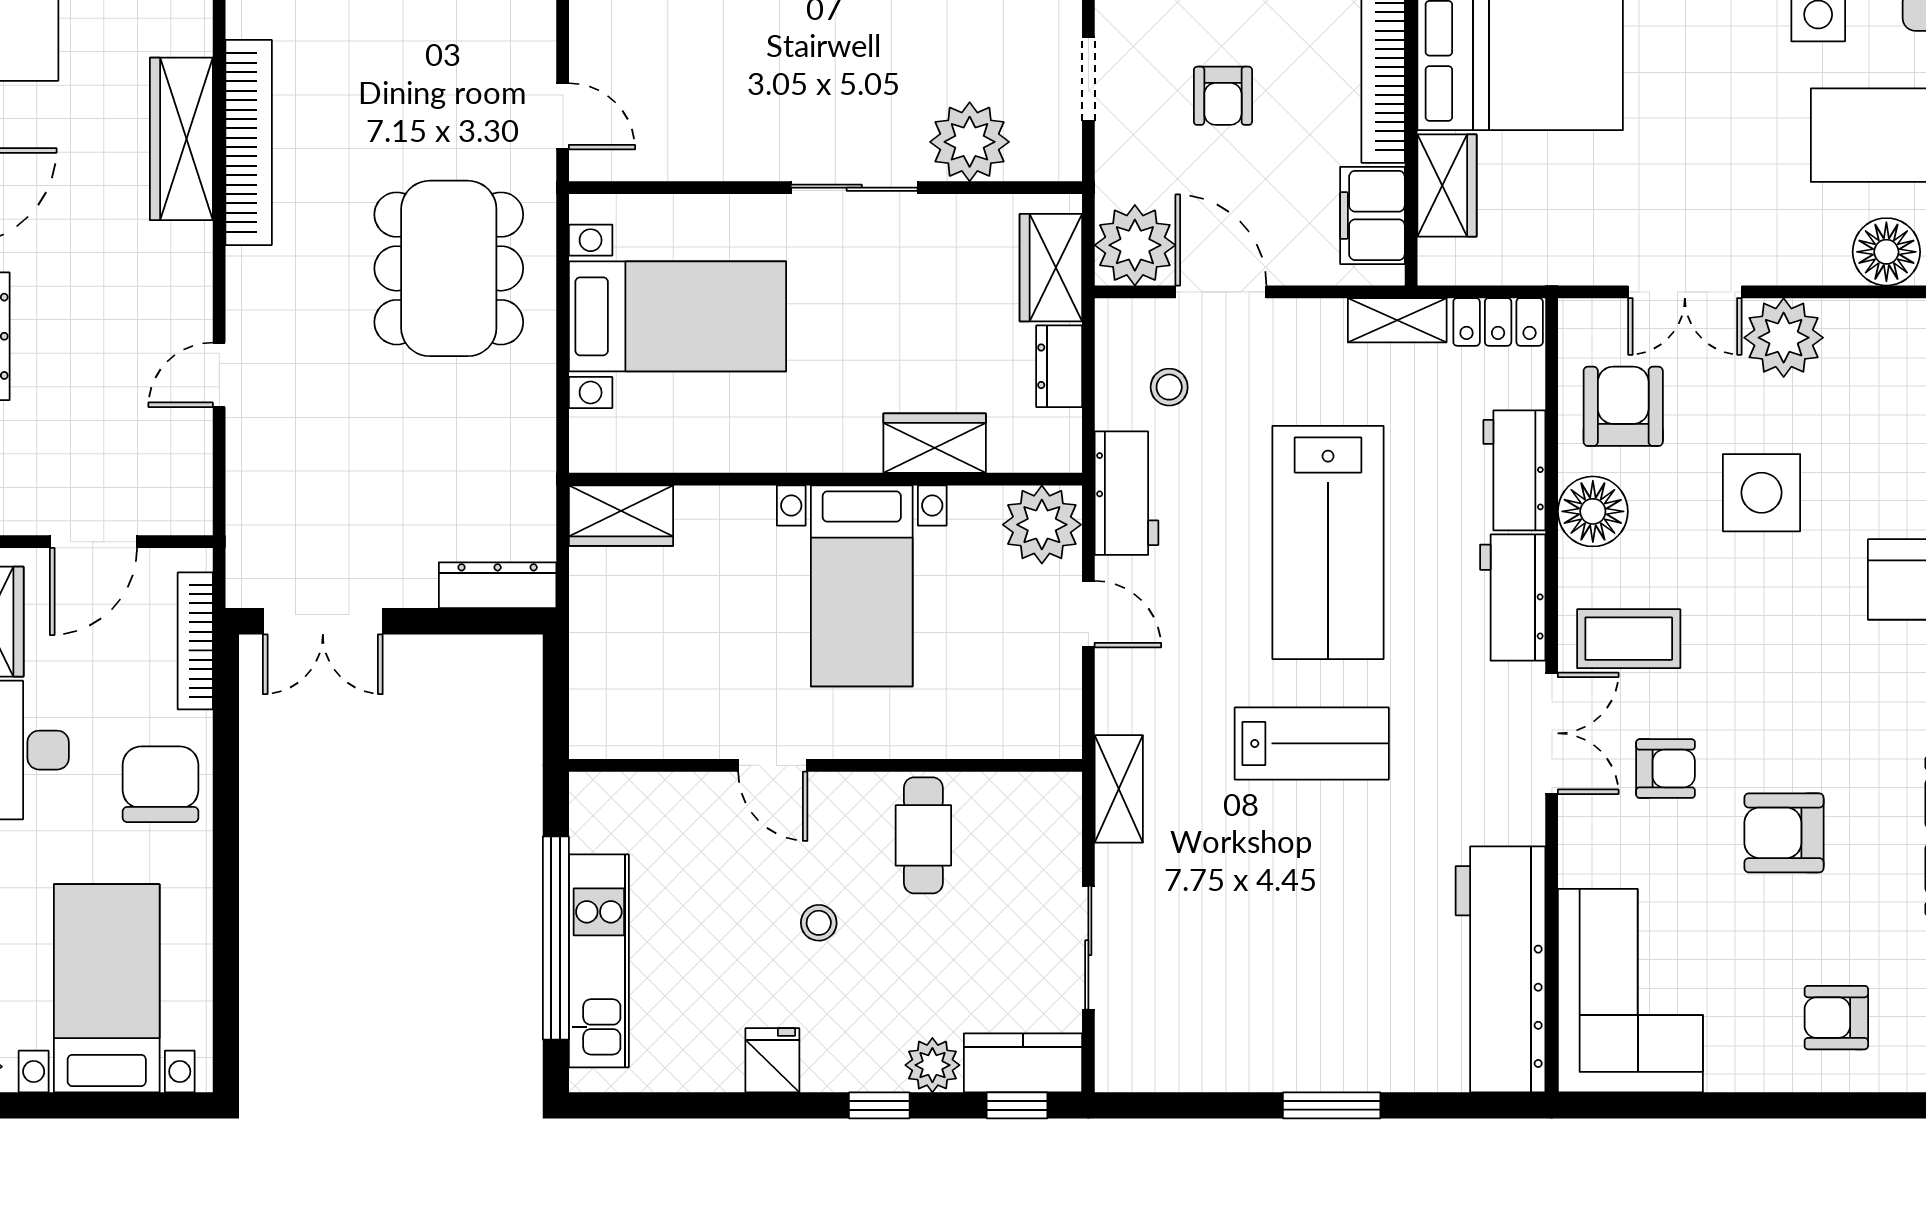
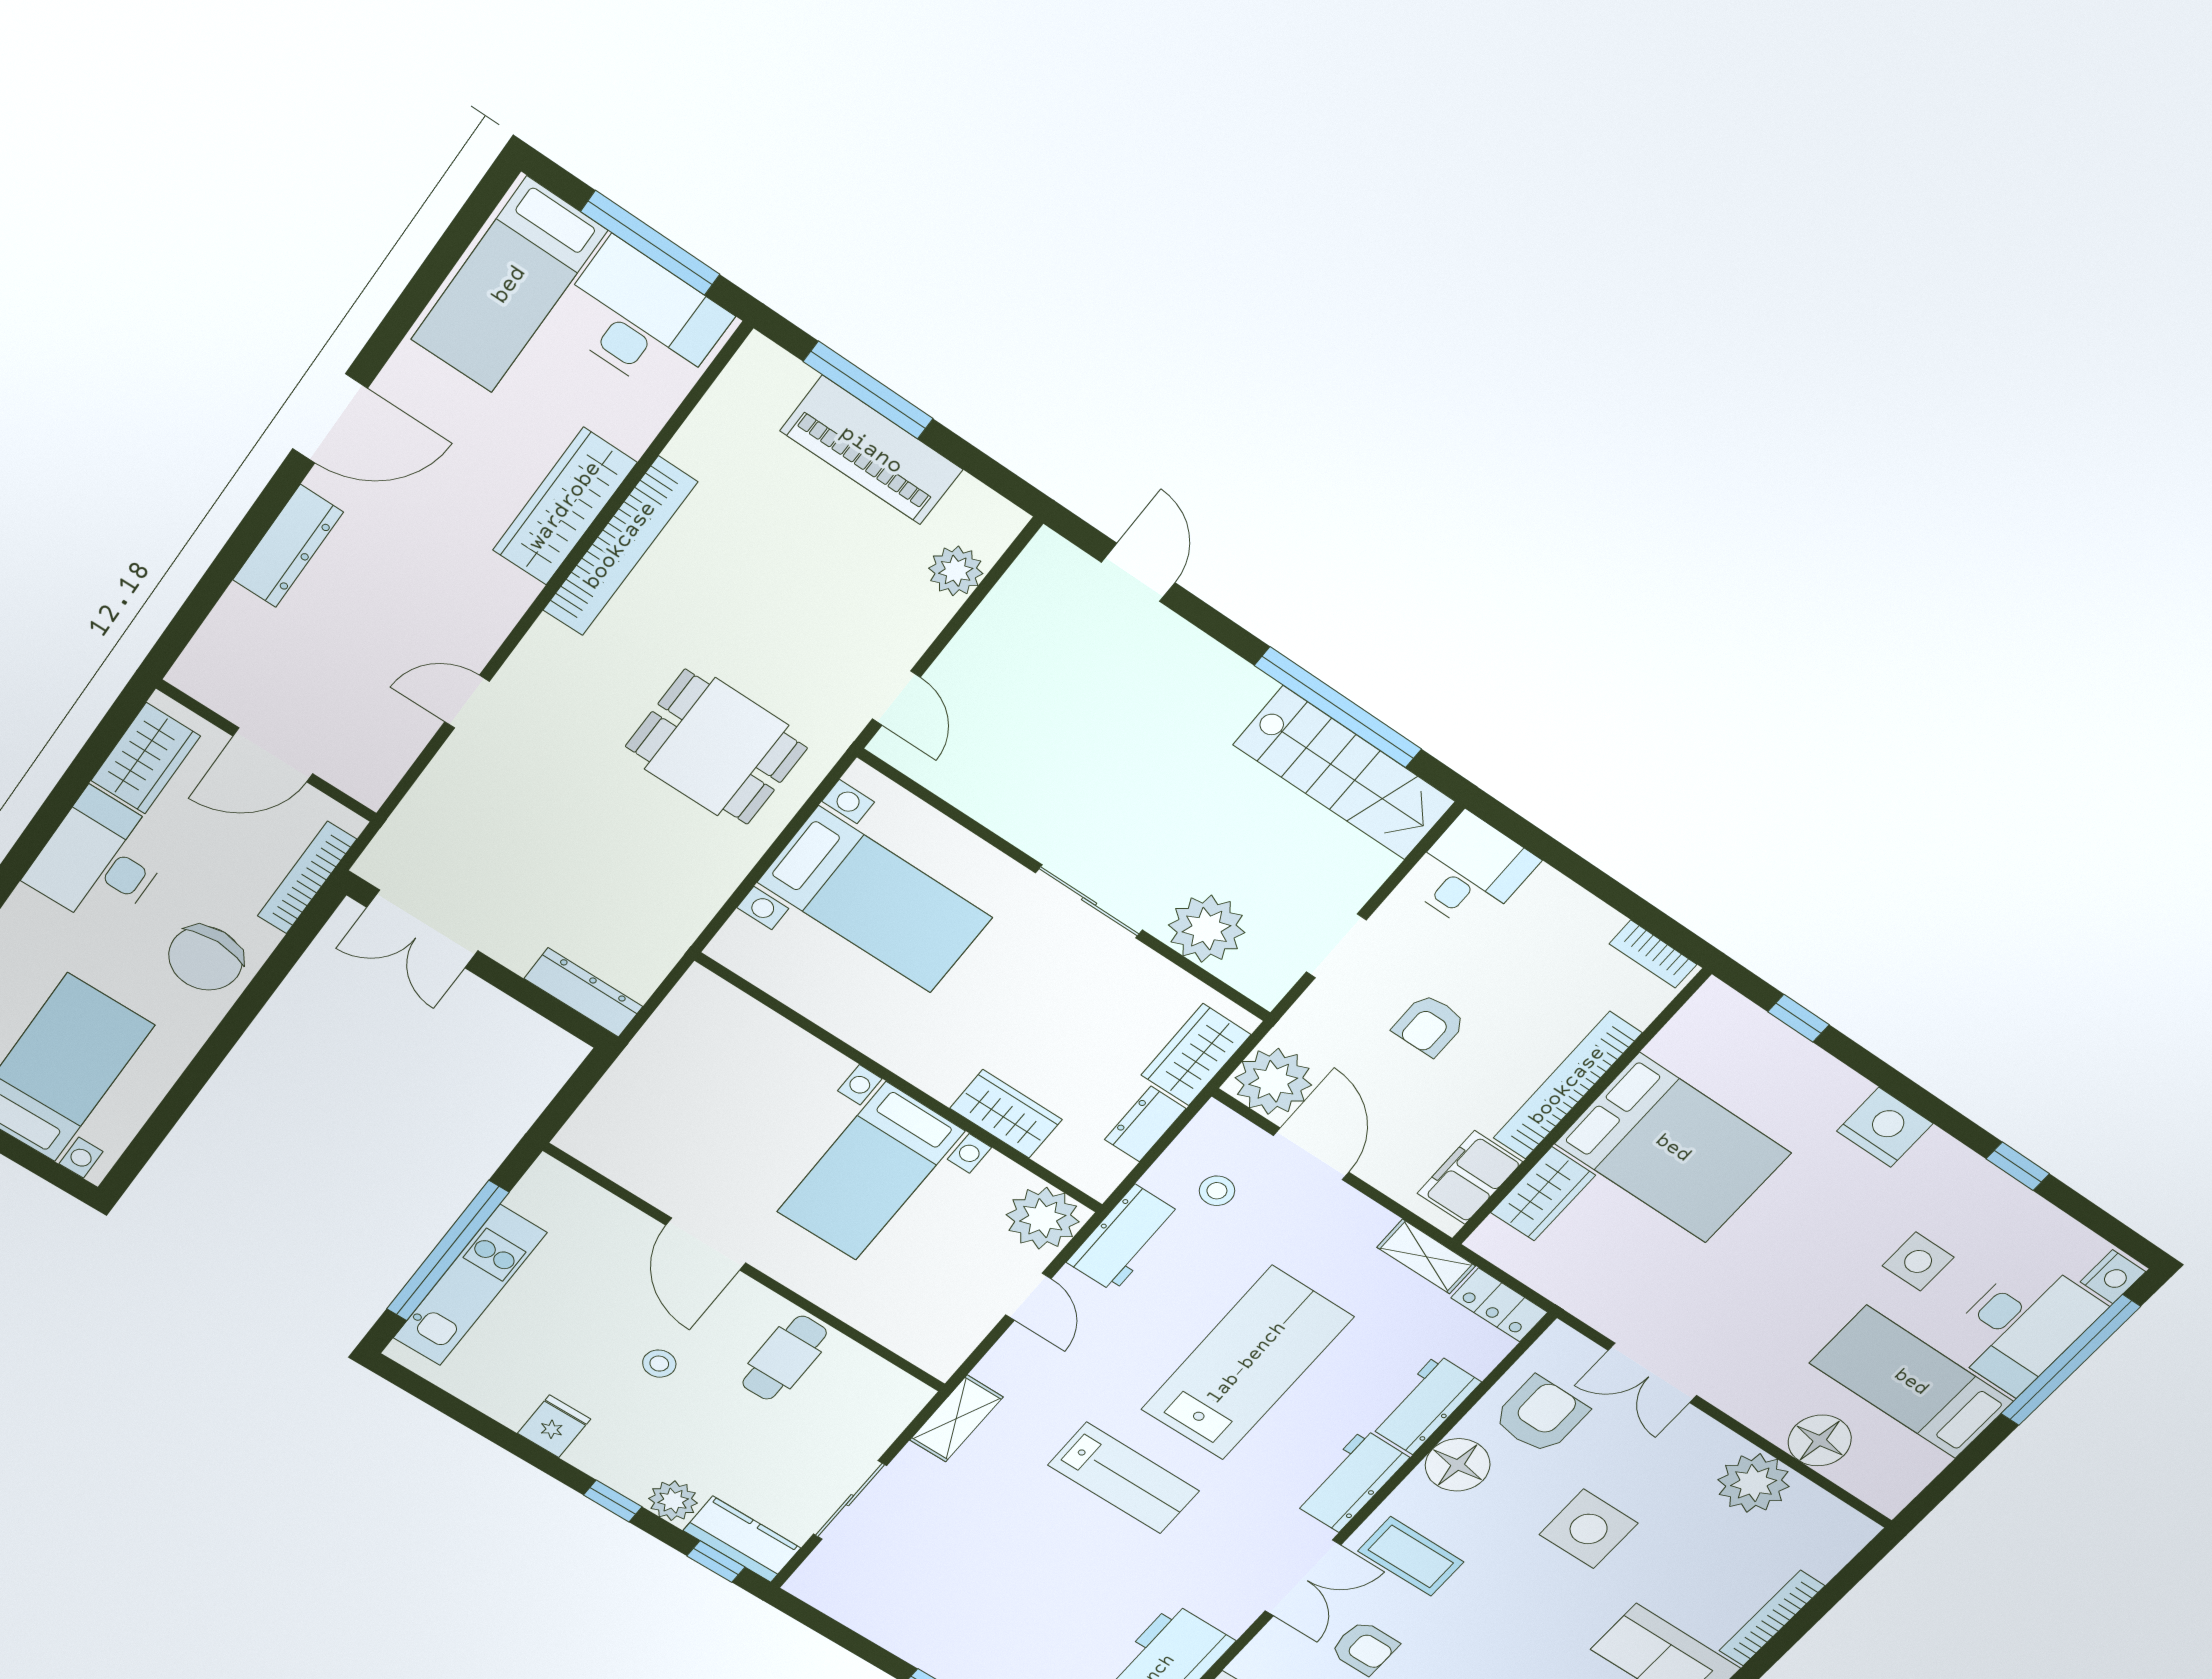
dining table: (449, 268) -> (716, 747), width x0.73
plant: (1784, 338) -> (1754, 1483), moved
wardrobe: (621, 516) -> (720, 1007), removed
lab bench: (1328, 543) -> (1247, 1363), turned 180
door: (773, 765) -> (706, 1244), width x1.38
chair: (161, 784) -> (206, 958), turned 180

